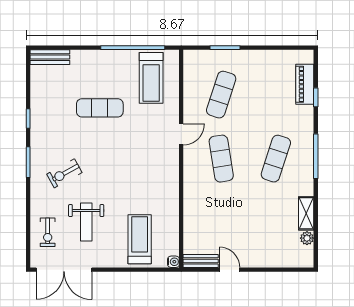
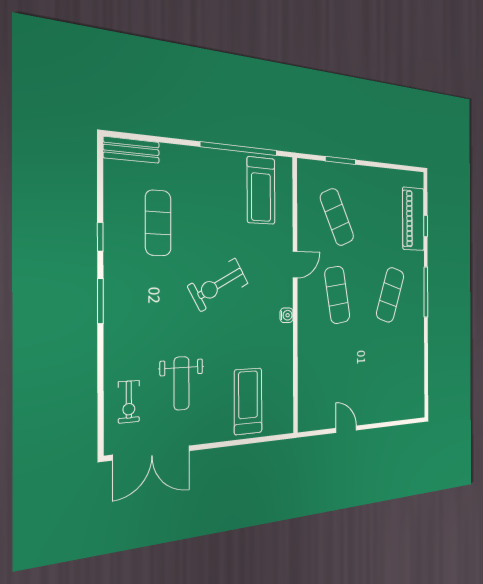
piano: (305, 84) -> (413, 219), width x1.37, depth x1.33
exercise mat: (221, 95) -> (337, 217), turned -42
exercise mat: (100, 108) -> (158, 223), moved, turned 90
exercise bike: (64, 173) -> (218, 285), moved, width x1.38, depth x1.39
shelving: (306, 213) -> (418, 357), removed
plant: (307, 238) -> (419, 385), removed
bench: (201, 261) -> (316, 422), removed
water cooler: (173, 262) -> (287, 315), moved

